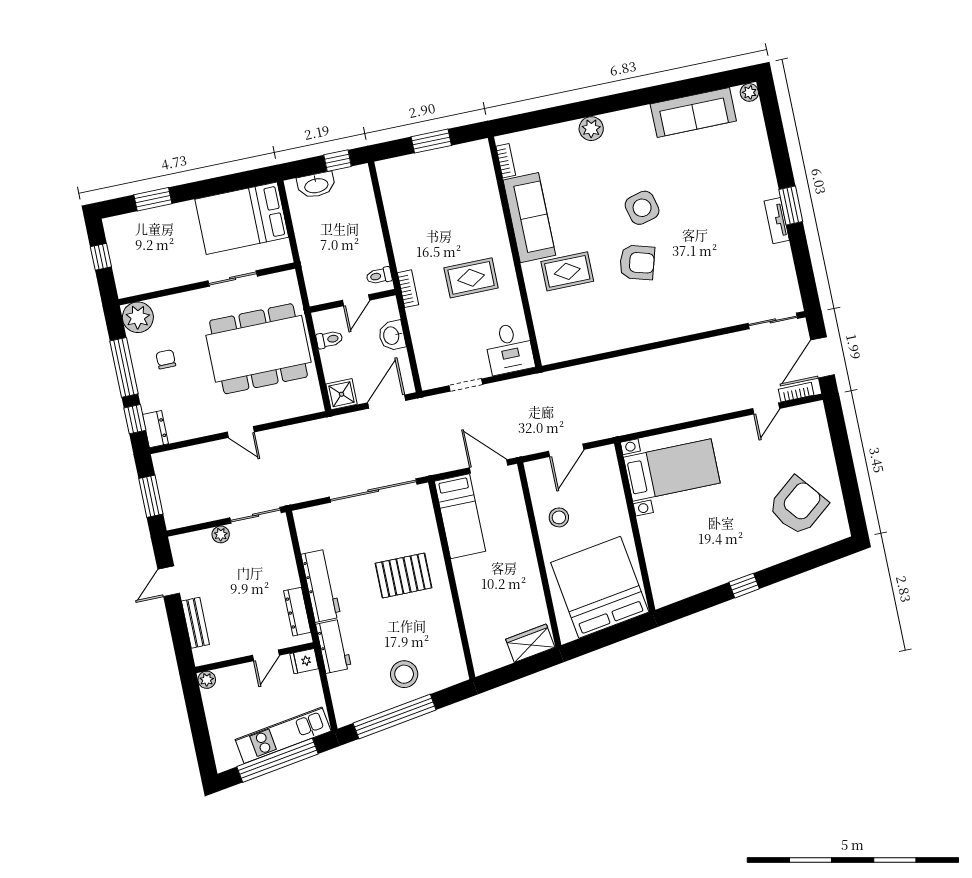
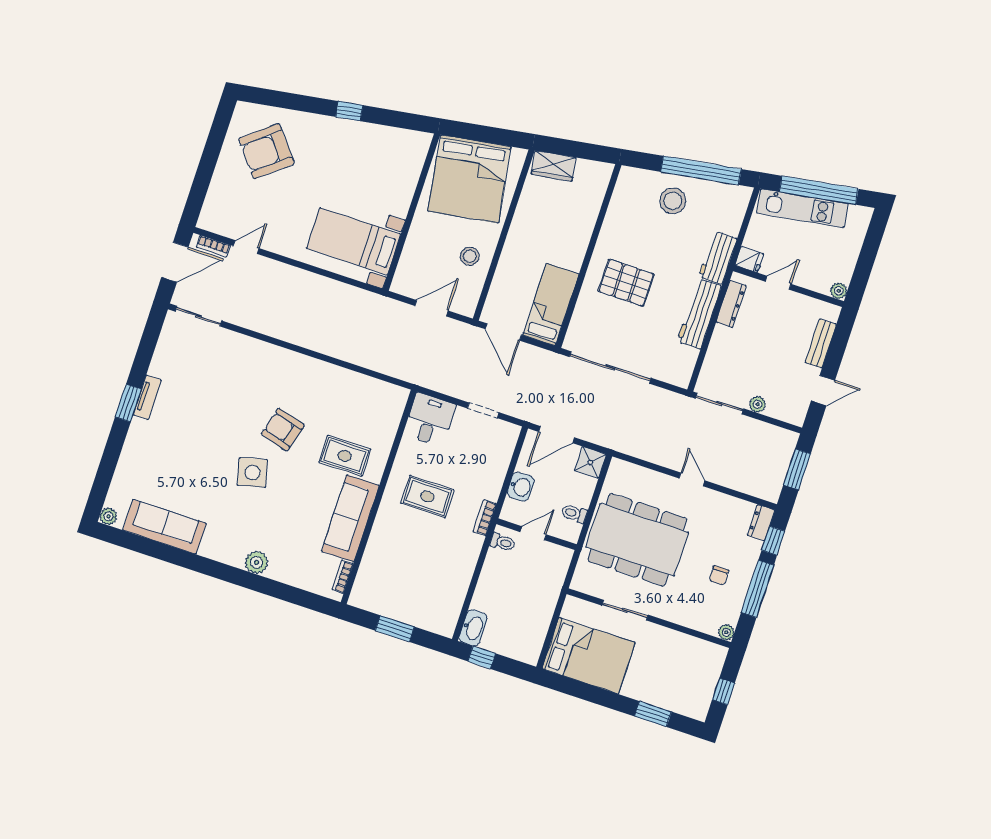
washbasin: (316, 185) -> (473, 628), moved, turned 90
plant: (138, 317) -> (726, 632), width x0.53, depth x0.53

